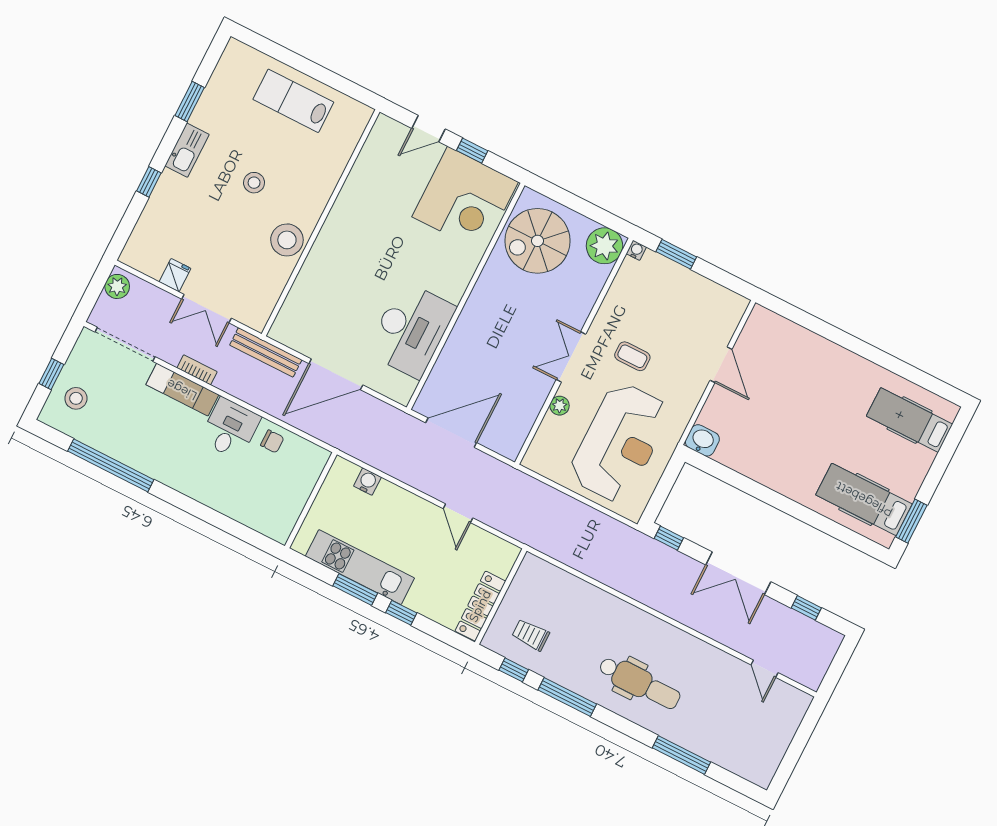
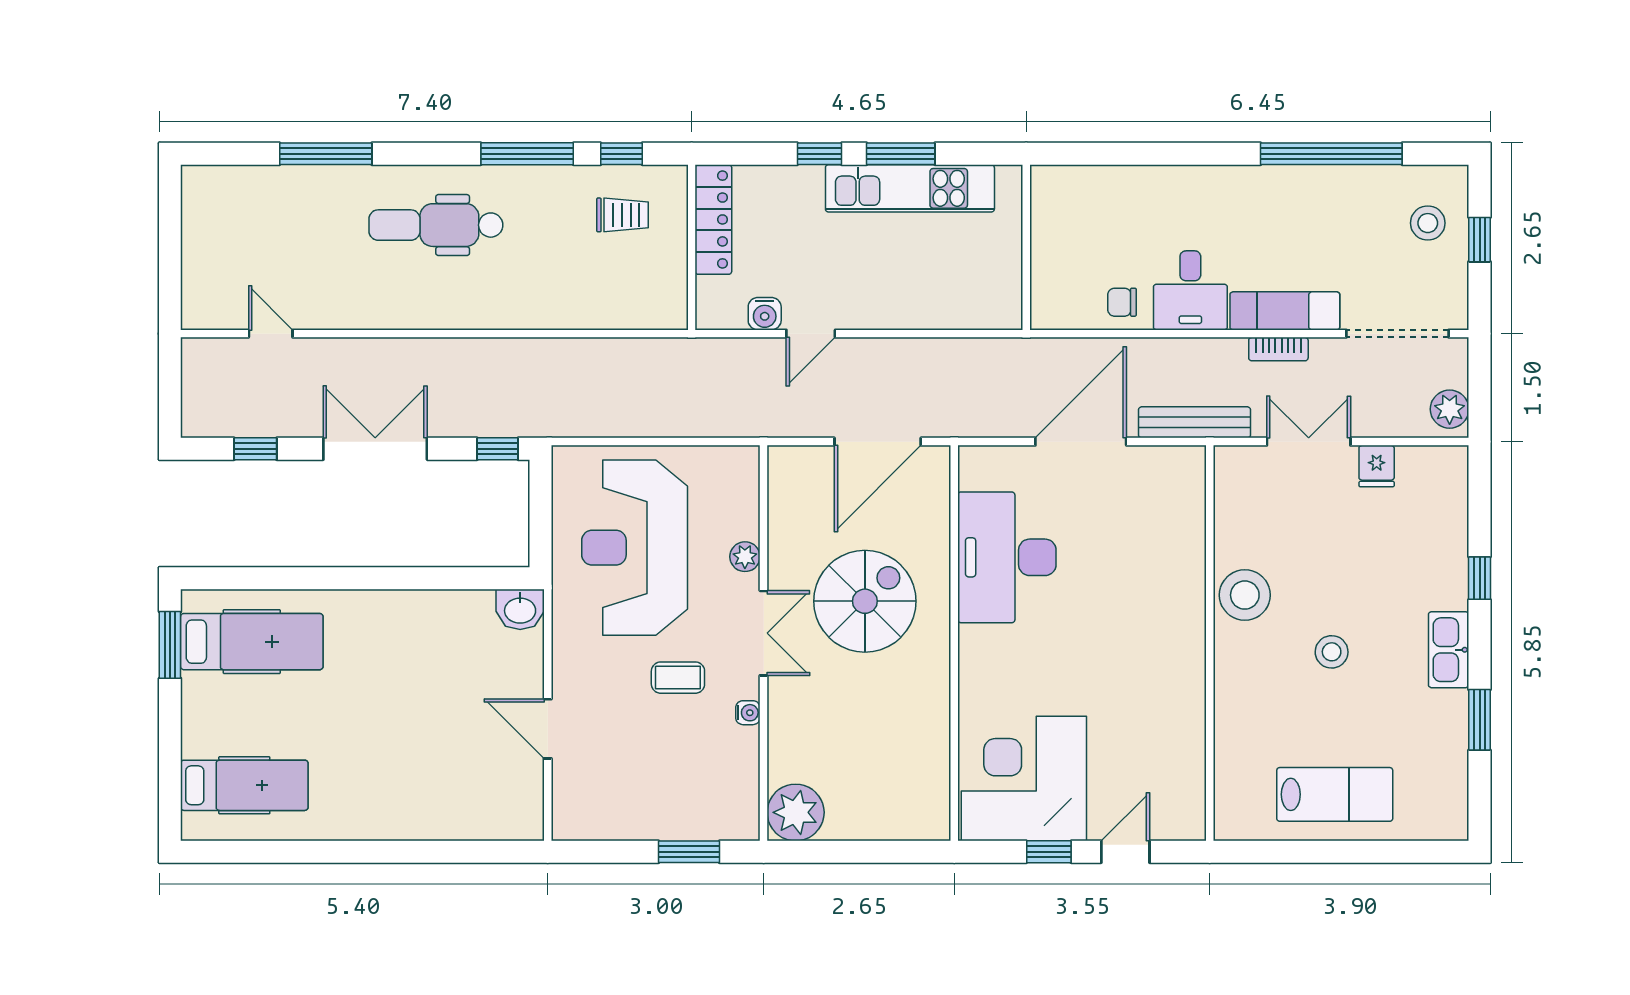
spiral stairs: (538, 241) -> (865, 601), moved
water cooler: (636, 250) -> (748, 713), moved, turned -90
water cooler: (367, 482) -> (765, 314), moved
door: (458, 513) -> (811, 334), swing flipped

